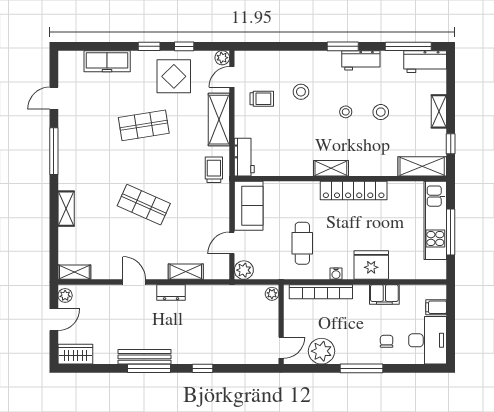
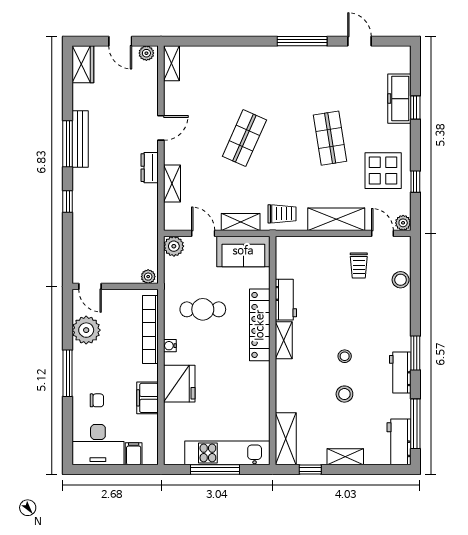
window: (149, 46) -> (415, 108), moved
stool: (301, 92) -> (401, 280), moved
workbench: (244, 157) -> (286, 300), moved, turned -90
locker: (354, 191) -> (260, 325), moved
shelving: (66, 209) -> (241, 222), moved

